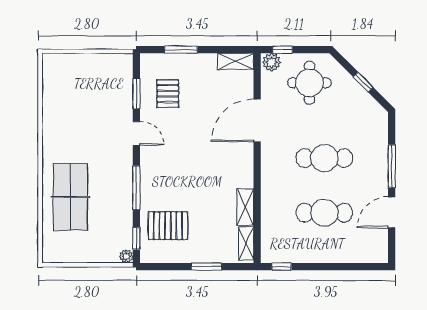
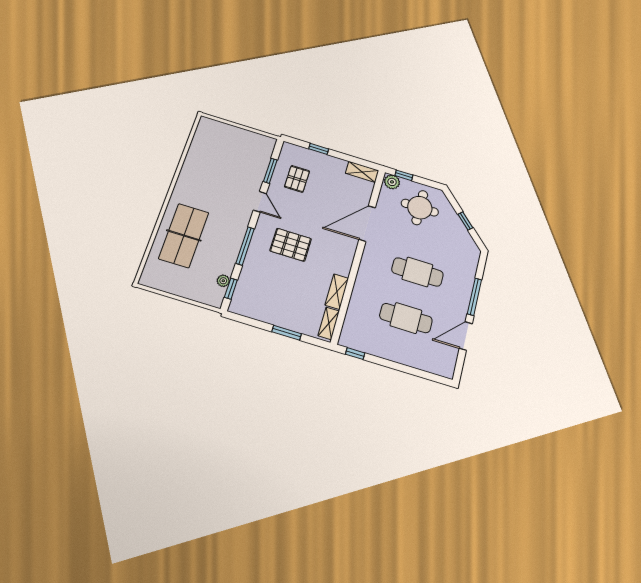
window: (181, 50) -> (319, 149), width x0.67
pallet: (168, 226) -> (291, 245), moved
plant: (126, 256) -> (223, 281), moved

